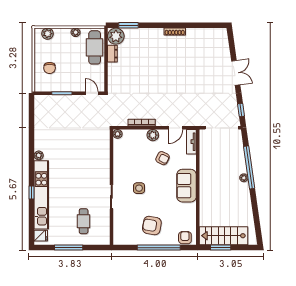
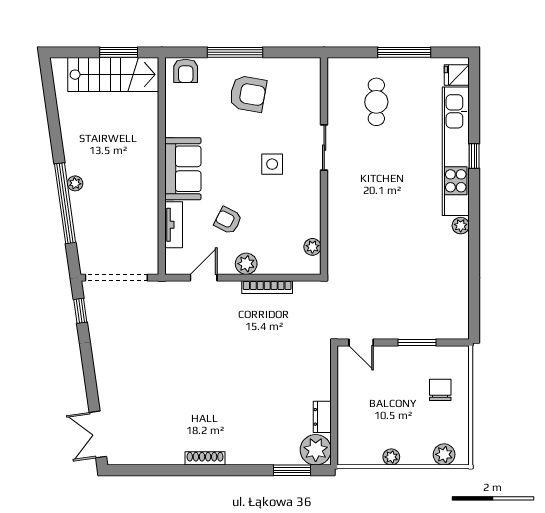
cafe table: (95, 47) -> (356, 429), removed
double door: (236, 73) -> (98, 434), moved
plant: (118, 134) -> (312, 247), moved
tv unit: (191, 142) -> (174, 225), moved
window: (159, 248) -> (235, 52), width x0.68

